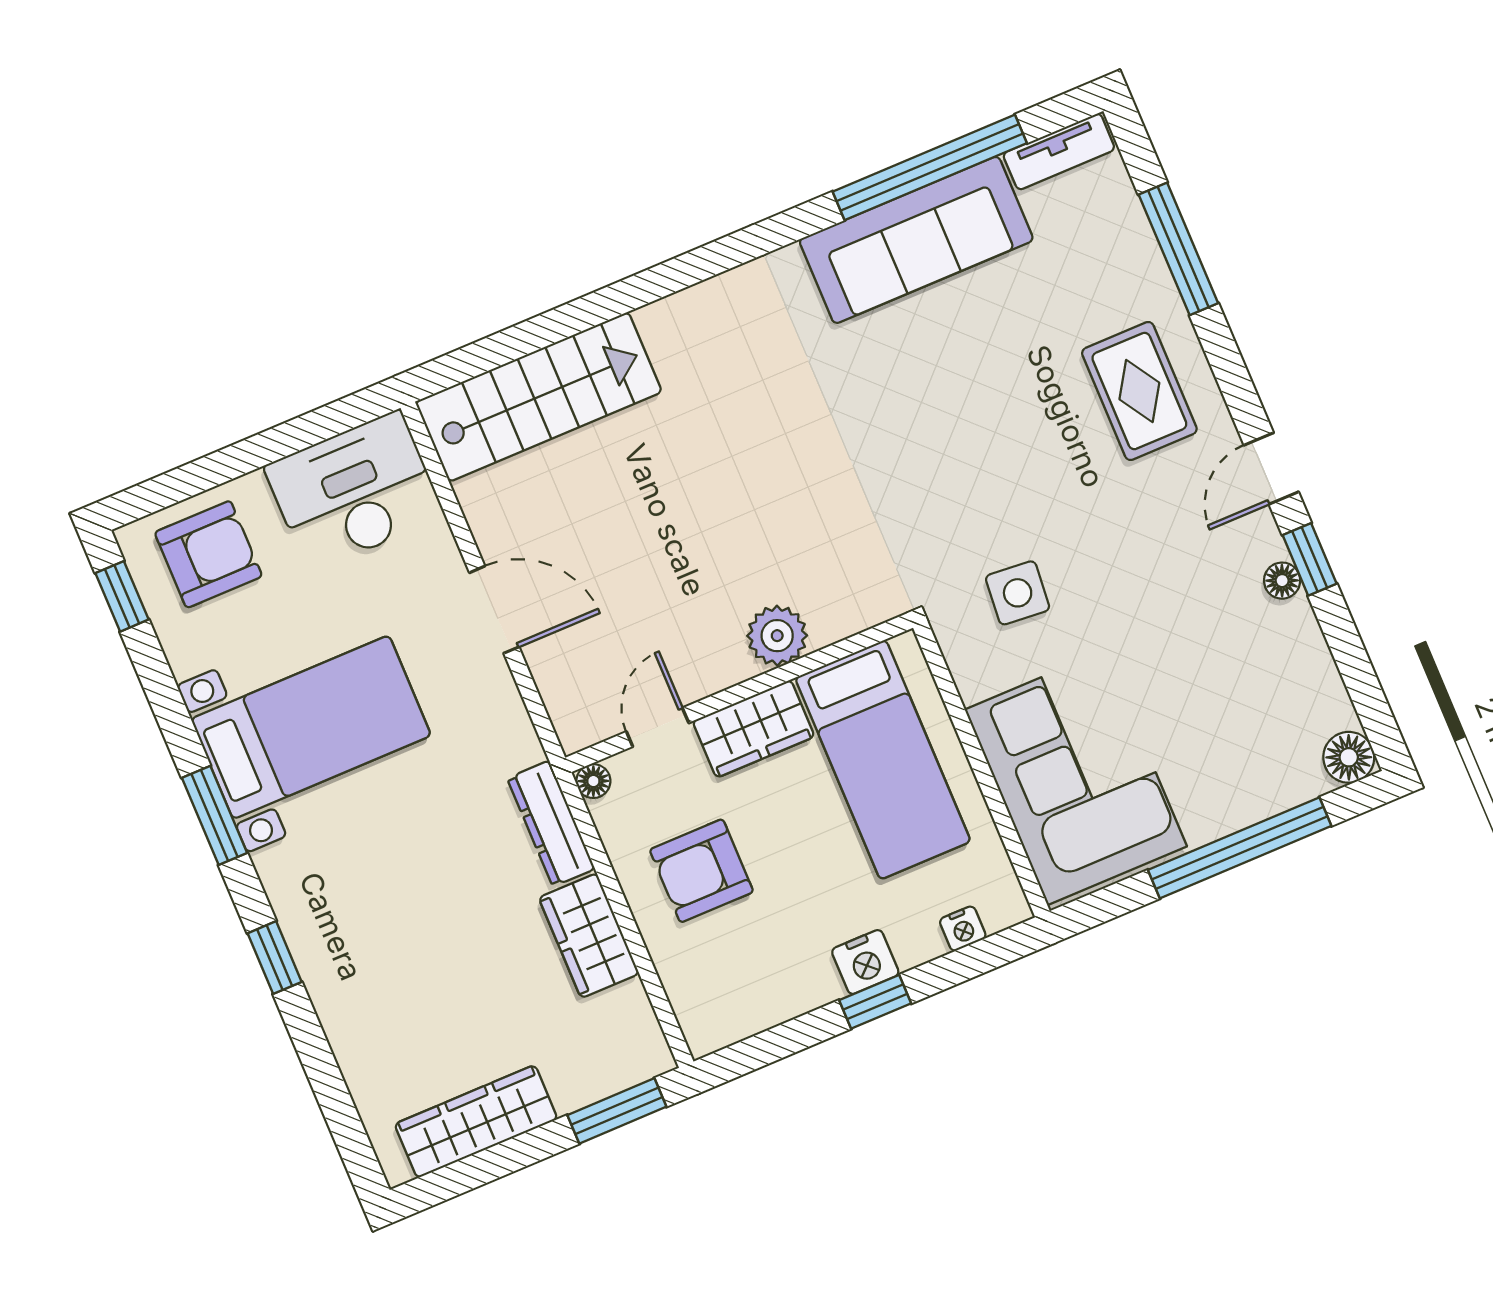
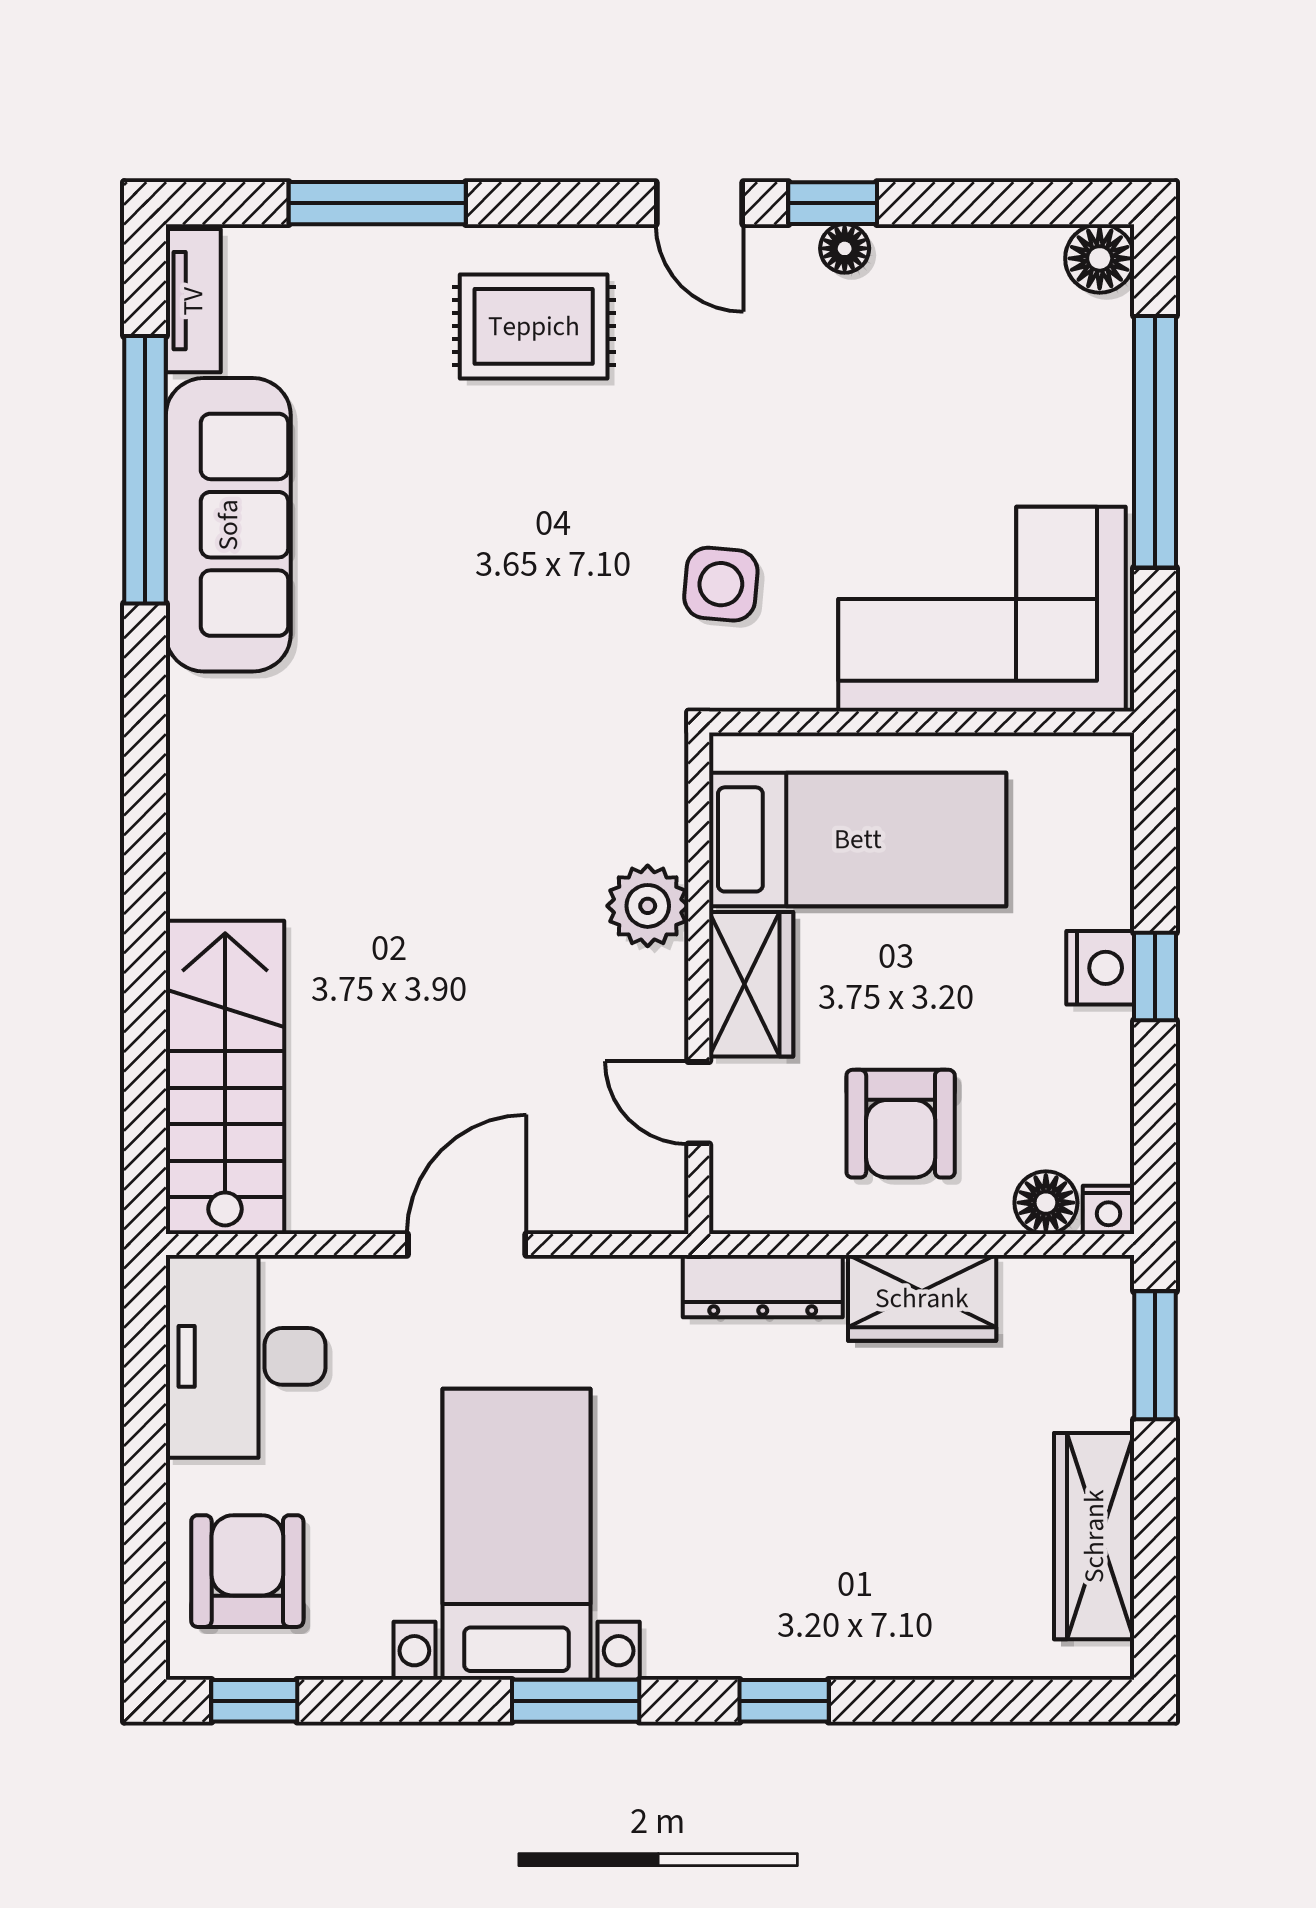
floor lamp: (593, 781) -> (1046, 1203), moved, width x1.37, depth x1.37
nightstand: (963, 929) -> (1109, 1210), moved, turned 90

